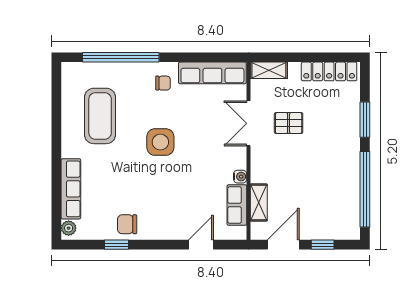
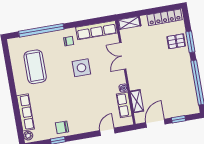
pallet: (289, 123) -> (176, 41), moved
side table: (160, 142) -> (81, 68), moved

